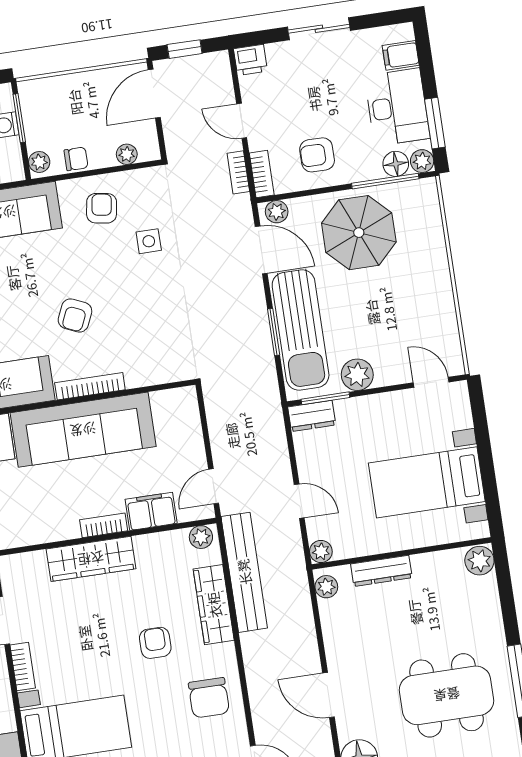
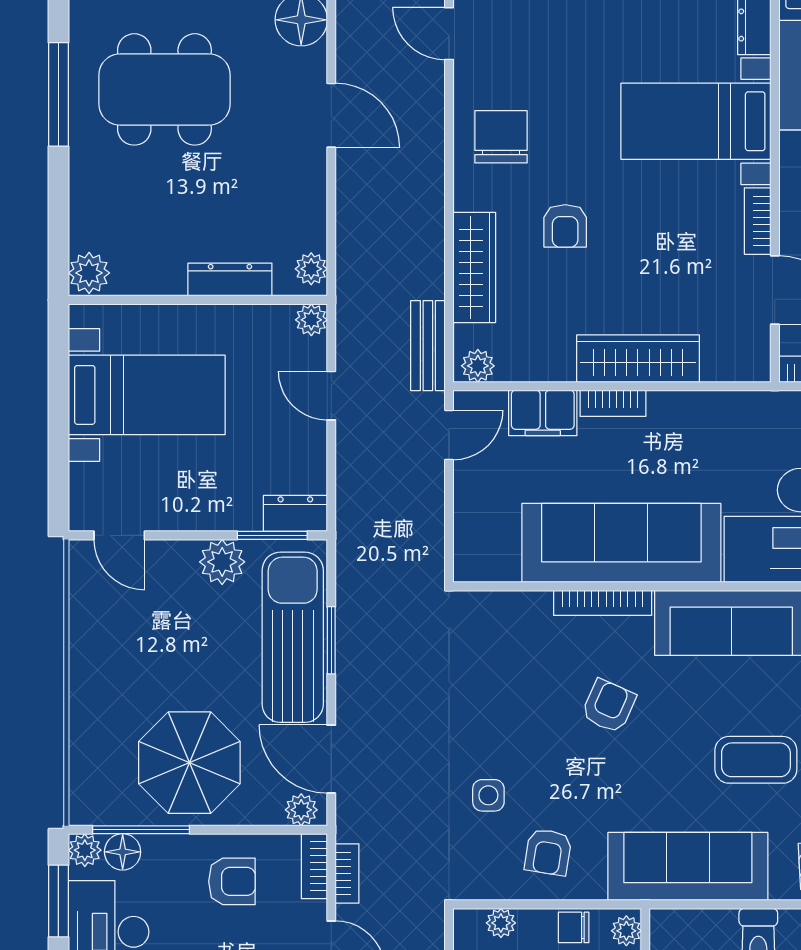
bench: (244, 572) -> (428, 346), width x0.54, depth x0.82

